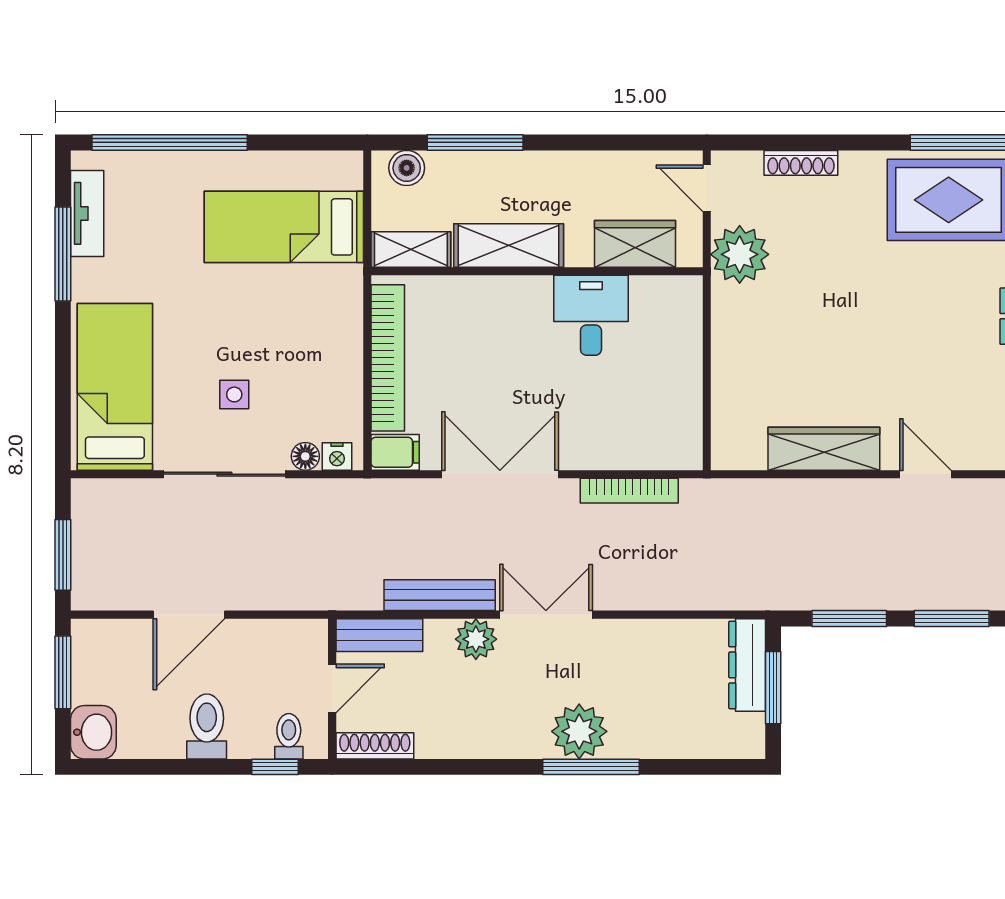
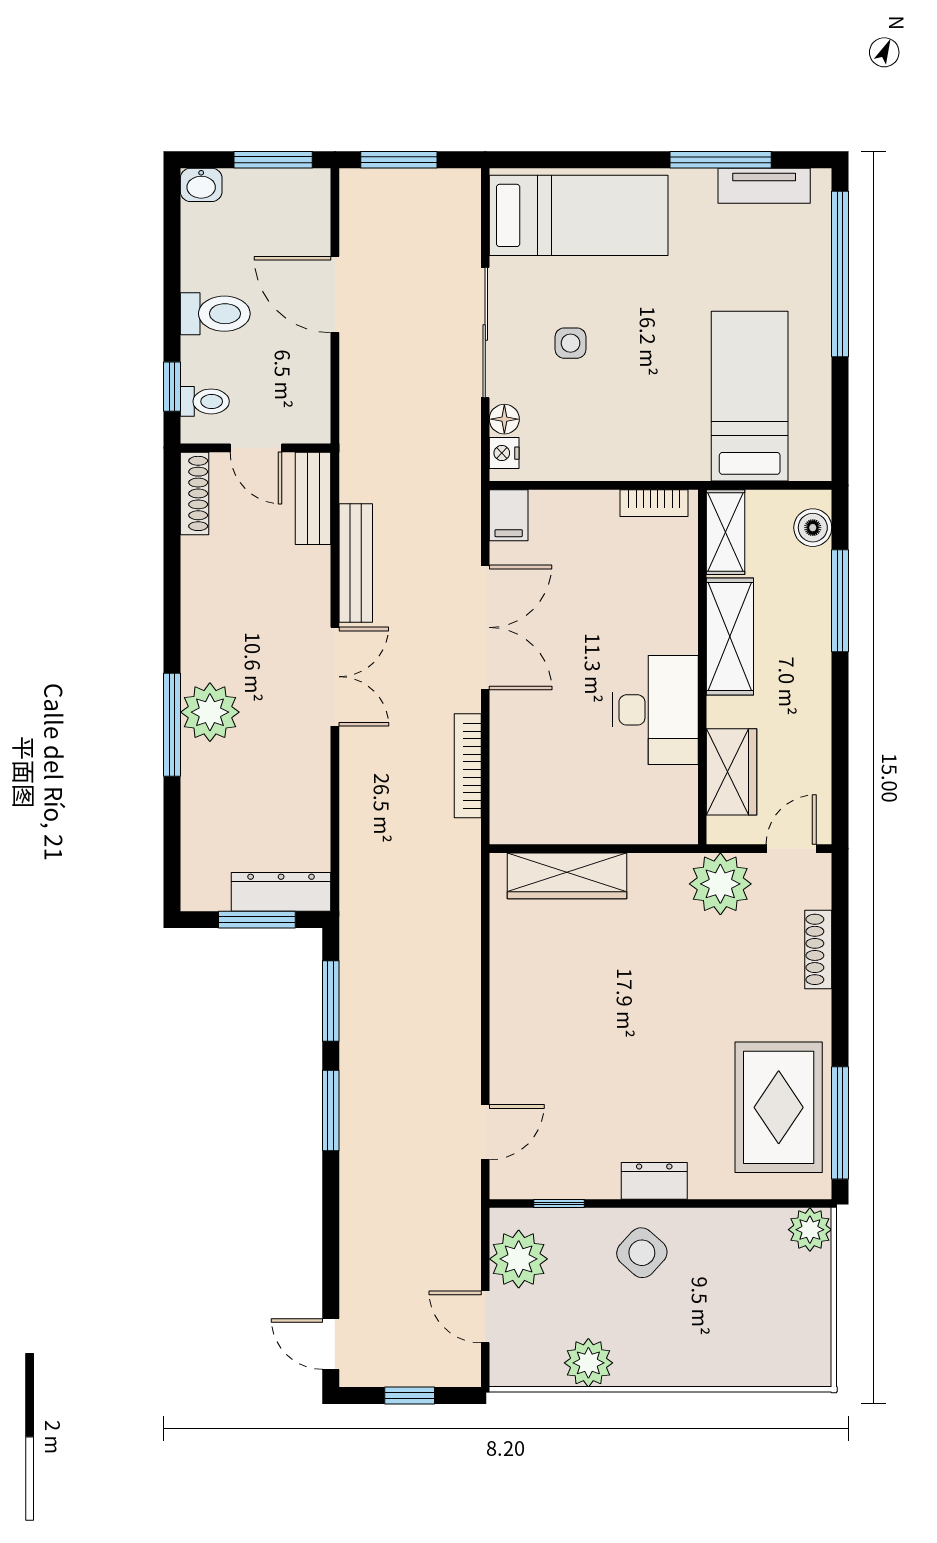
desk: (591, 315) -> (655, 710), width x1.37
bookcase: (388, 358) -> (654, 503), width x0.43, depth x0.76
wardrobe: (824, 449) -> (567, 876), moved, turned 90
door: (925, 474) -> (485, 1132), moved
plant: (476, 639) -> (309, 602), removed
washbasin: (93, 732) -> (201, 185), width x0.72, depth x0.69

